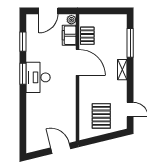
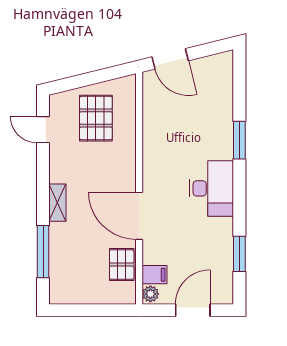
filing cabinet: (69, 35) -> (155, 275), width x0.50
window: (23, 74) -> (239, 140), moved

